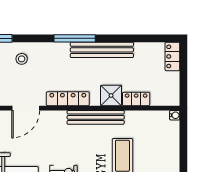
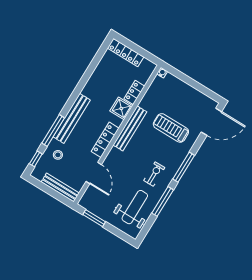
window: (75, 38) -> (53, 131), moved
bench: (102, 50) -> (72, 118), moved
locker: (172, 56) -> (126, 52), width x1.53

